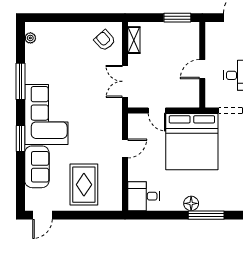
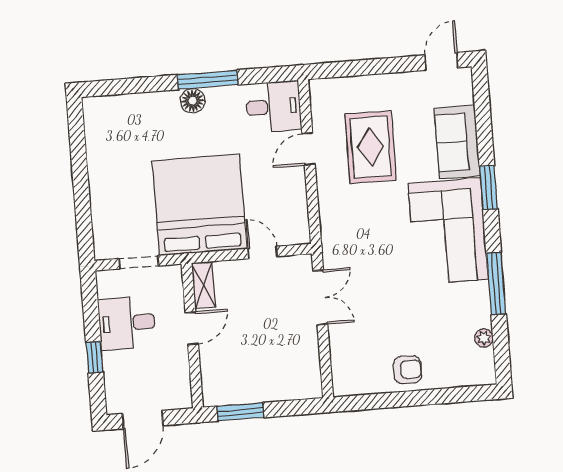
plant: (30, 38) -> (484, 338), moved
armchair: (105, 40) -> (407, 370), moved, turned -48
shelving: (134, 40) -> (203, 285), moved
door: (125, 148) -> (309, 149), moved
rug: (84, 185) -> (371, 147), moved
window: (206, 215) -> (208, 80), moved

